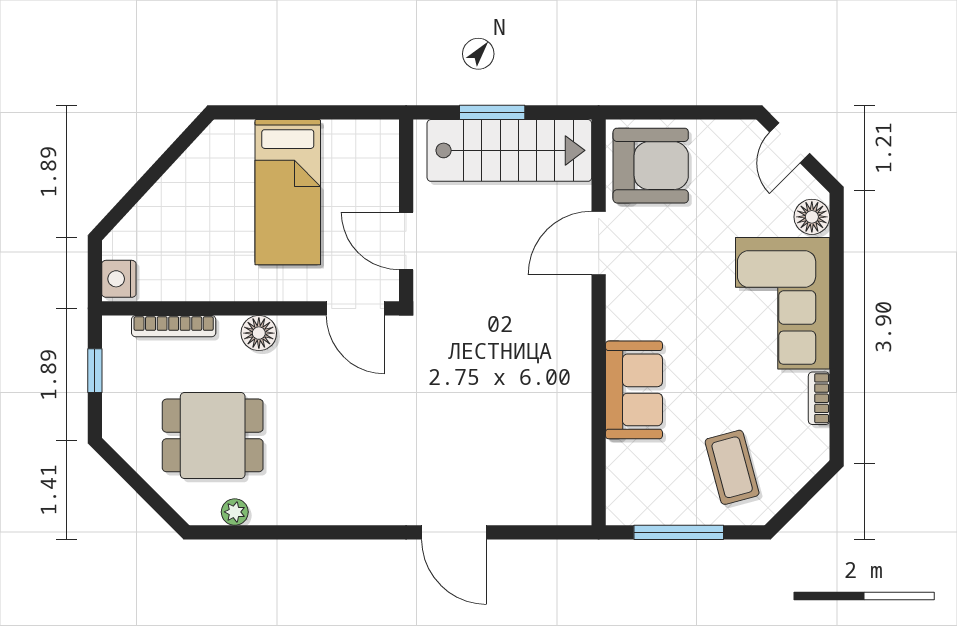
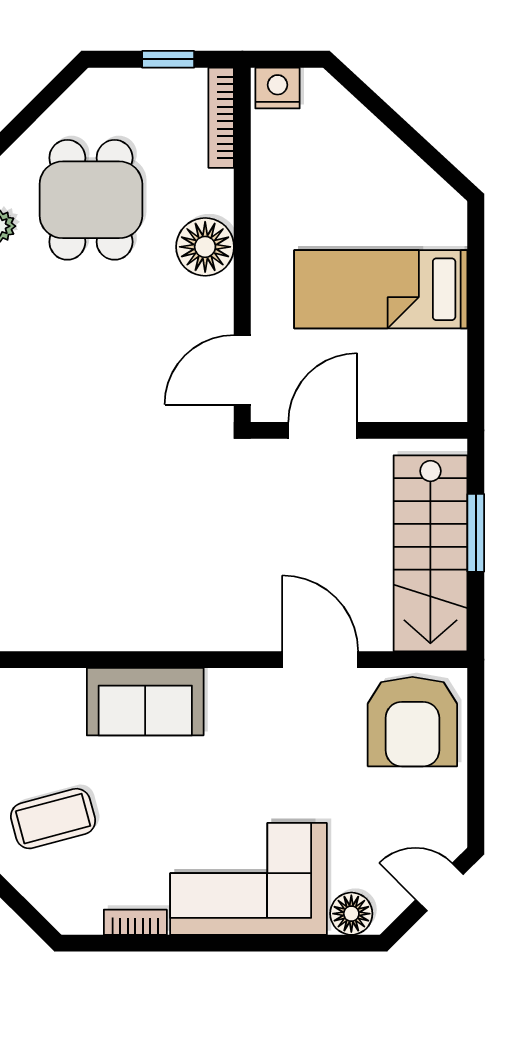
bookcase: (174, 326) -> (221, 118), moved
floor lamp: (259, 333) -> (205, 247), width x1.38, depth x1.38

